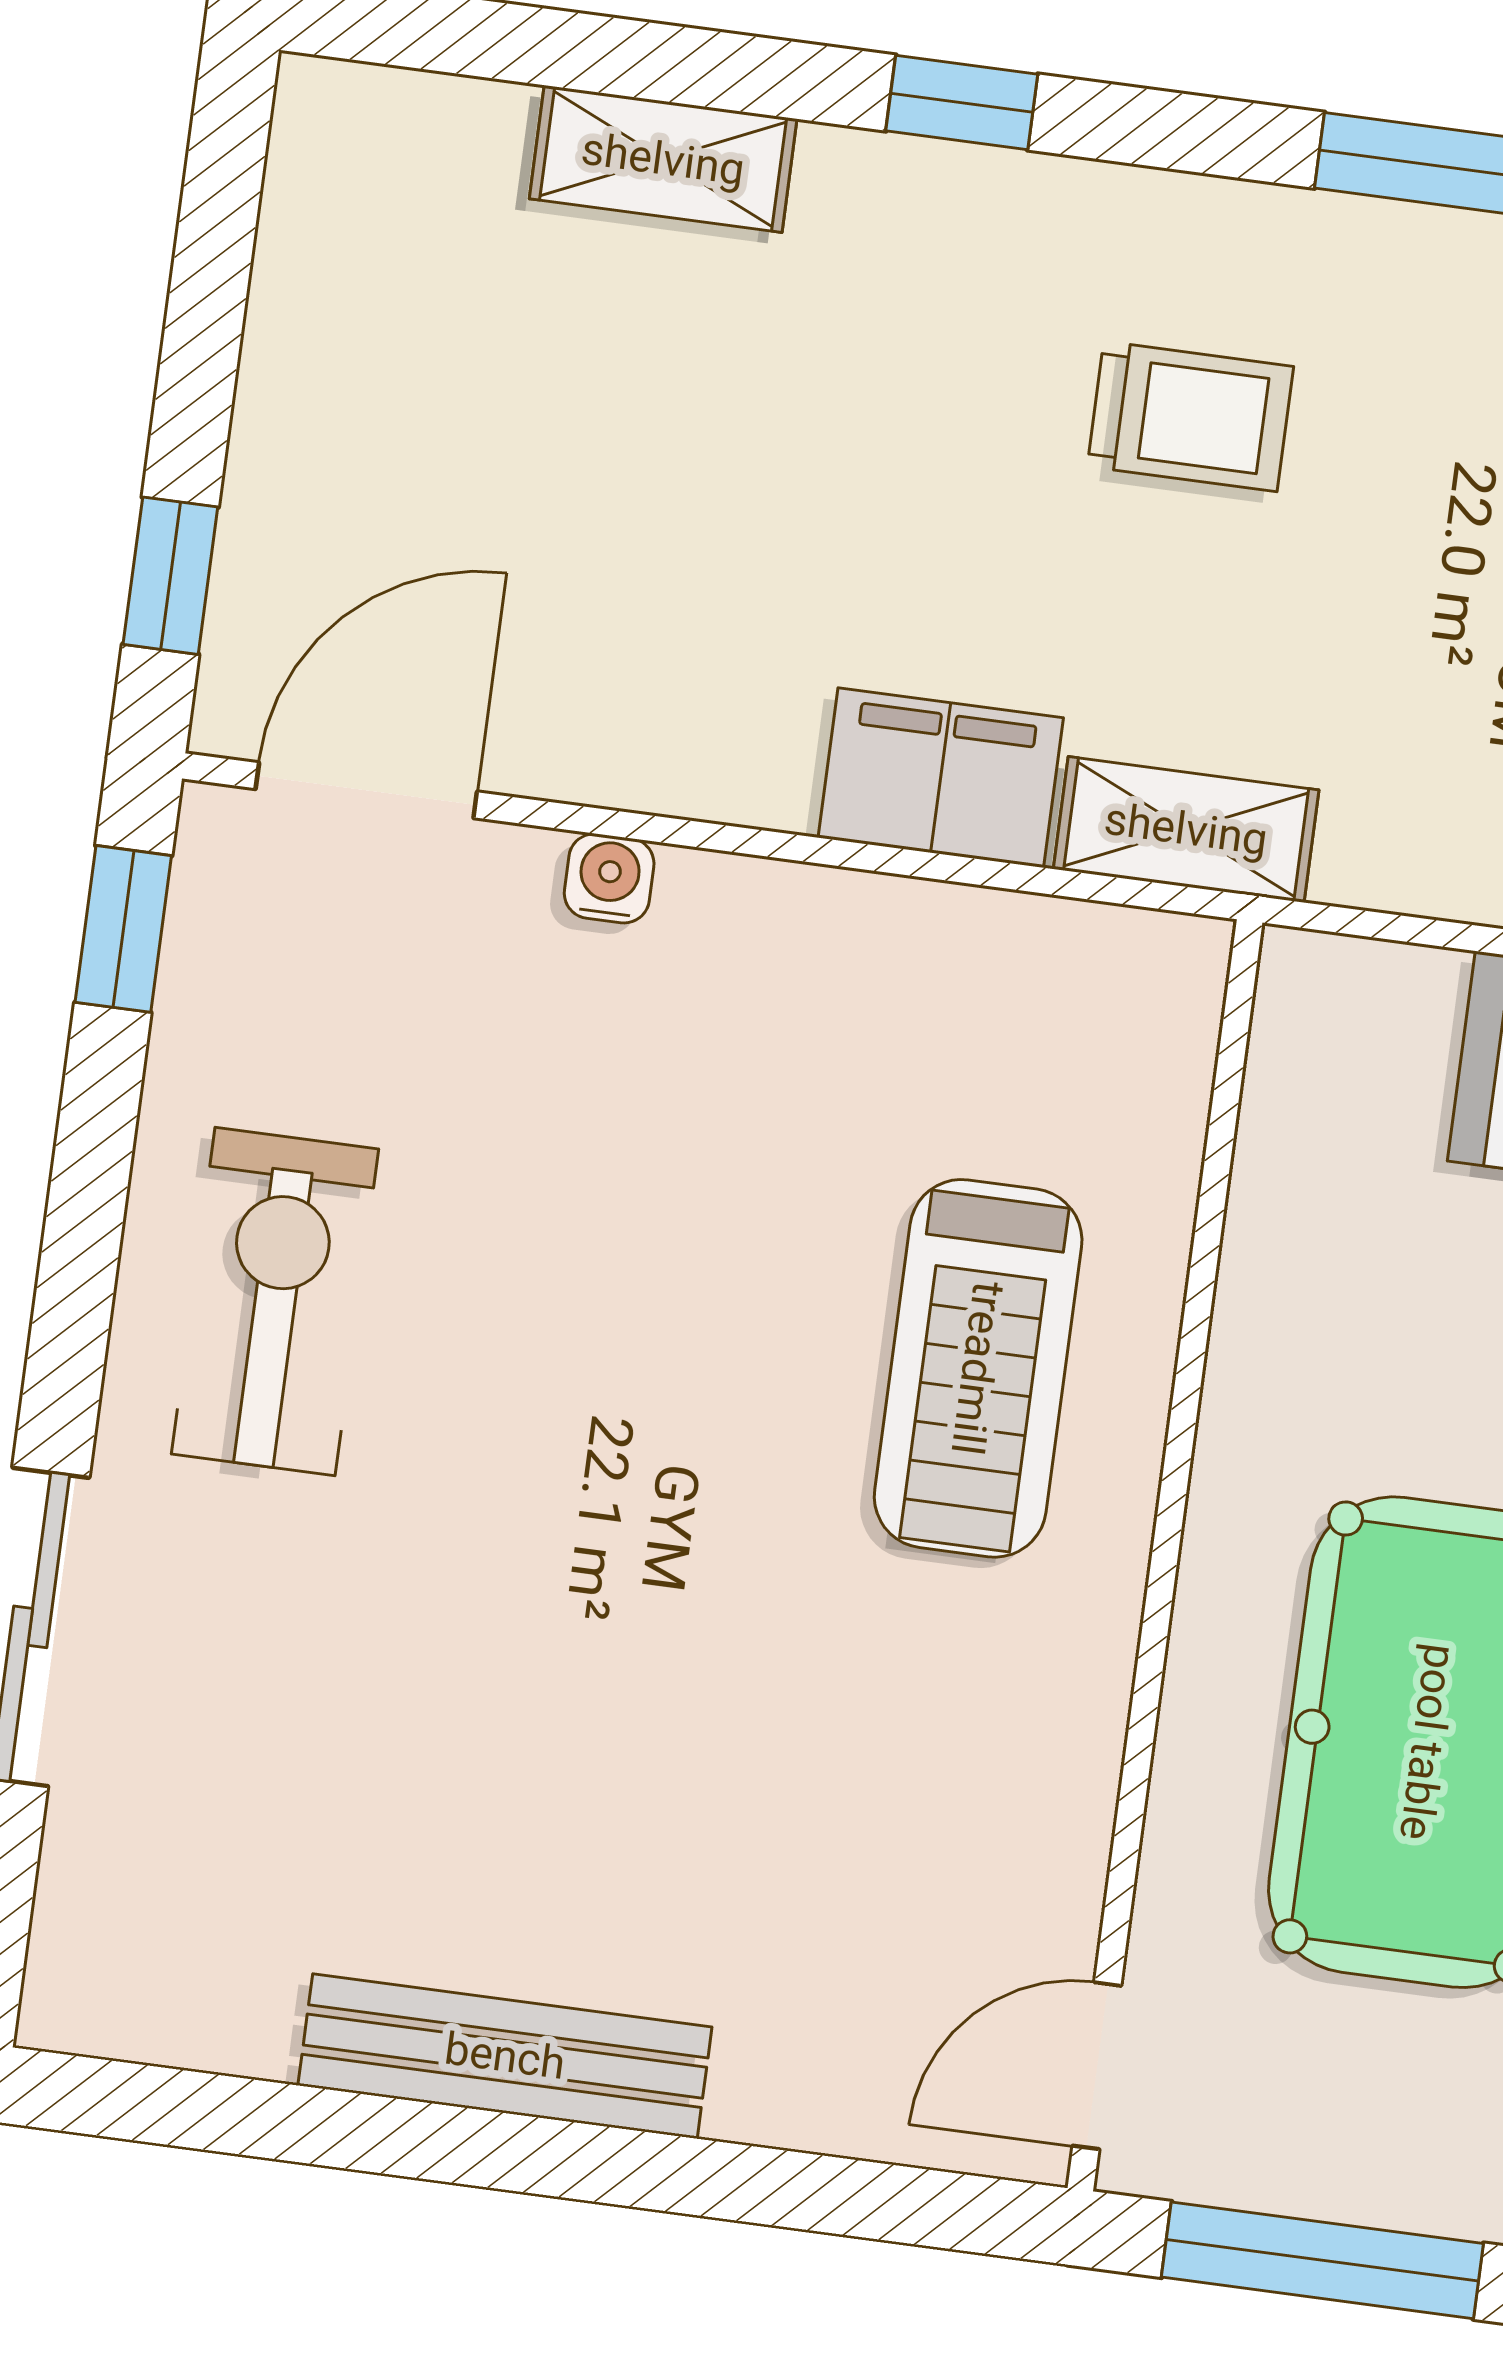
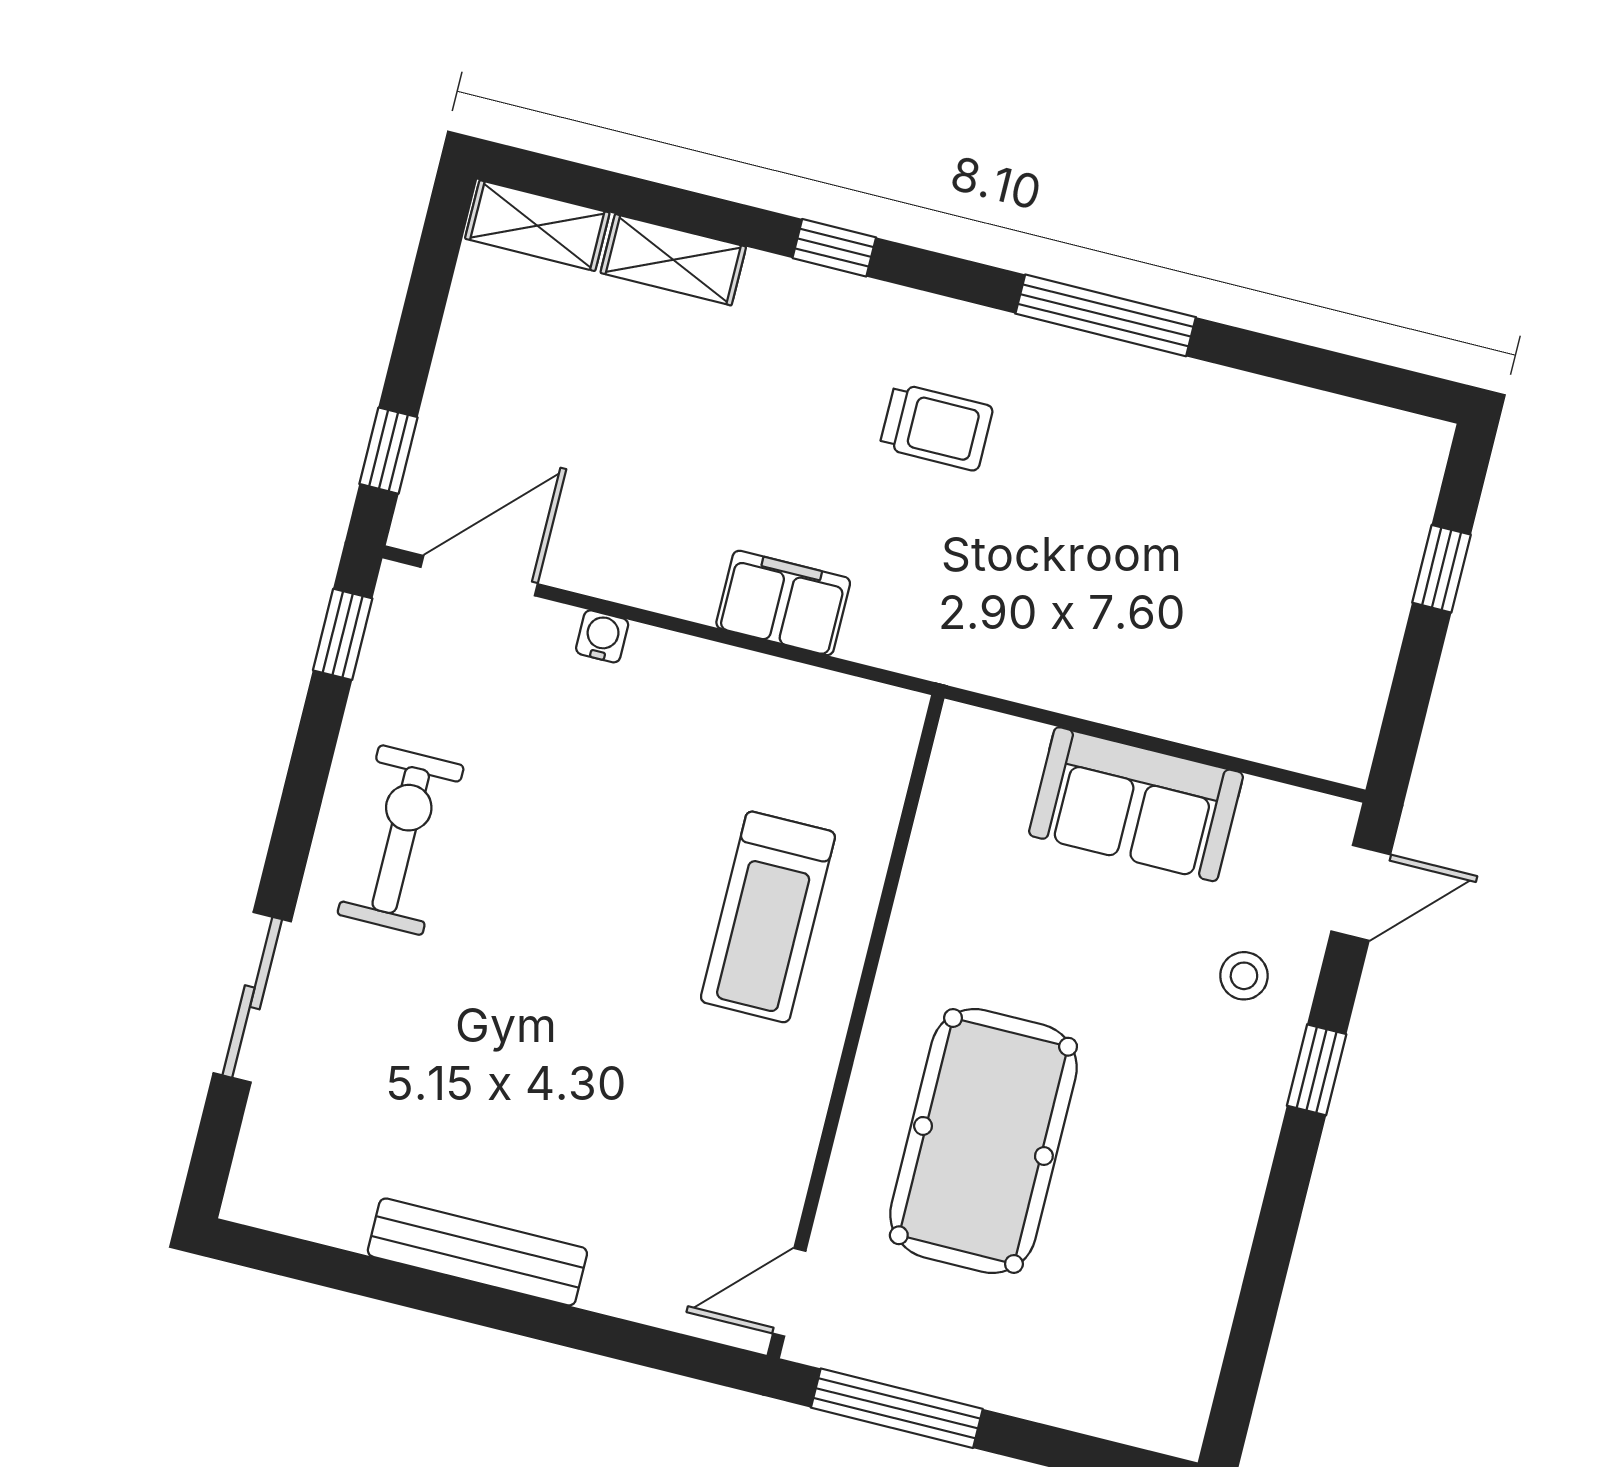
shelving: (1186, 829) -> (537, 226), moved

